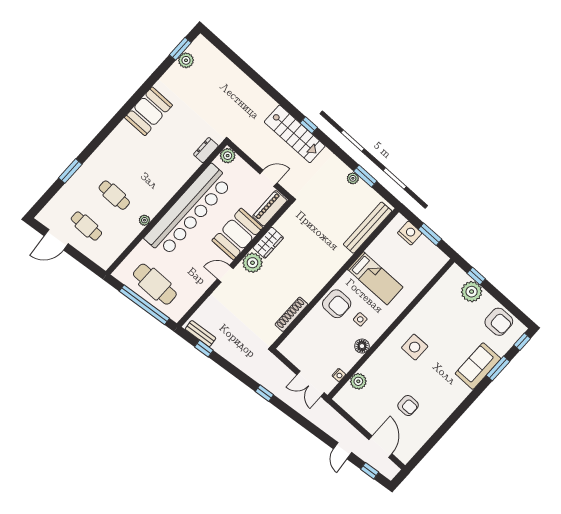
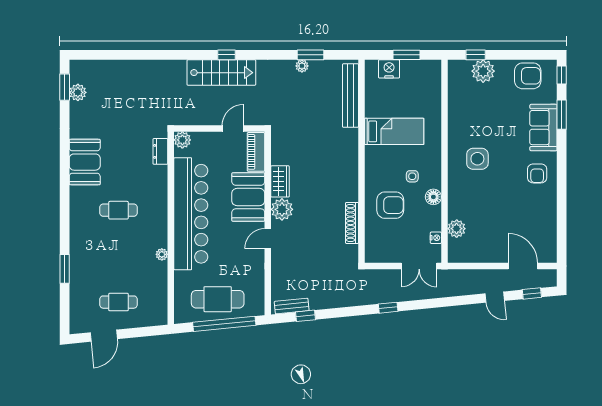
cafe table: (114, 195) -> (118, 210), moved
armchair: (337, 304) -> (390, 205), moved
armchair: (408, 406) -> (537, 173), moved, turned 90

